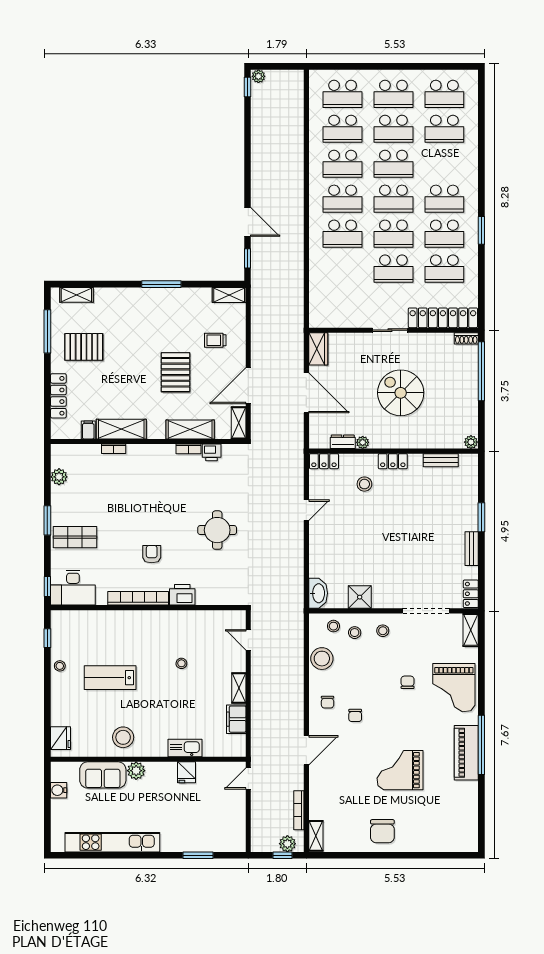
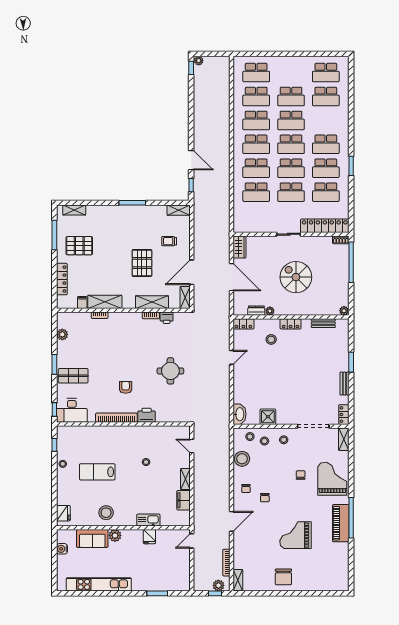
school desk: (393, 94) -> (256, 192), moved
grand piano: (454, 688) -> (332, 479), turned 180

